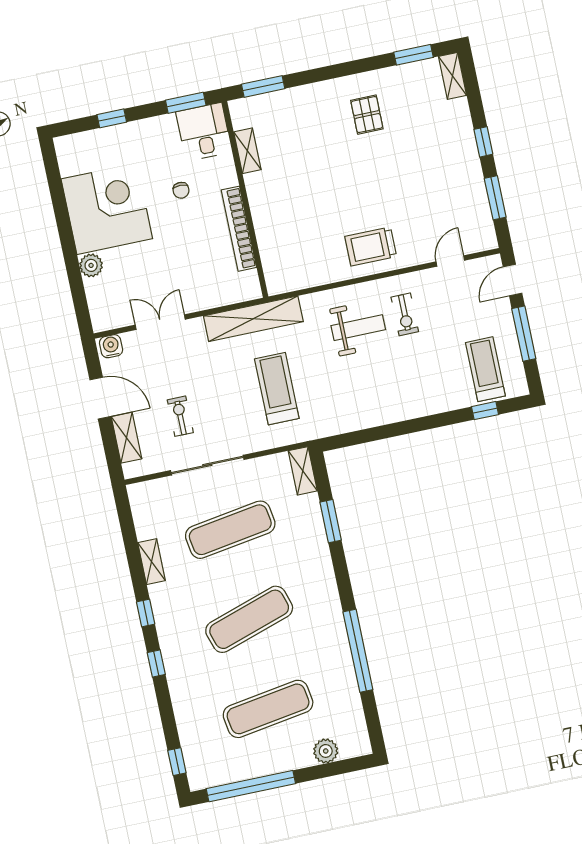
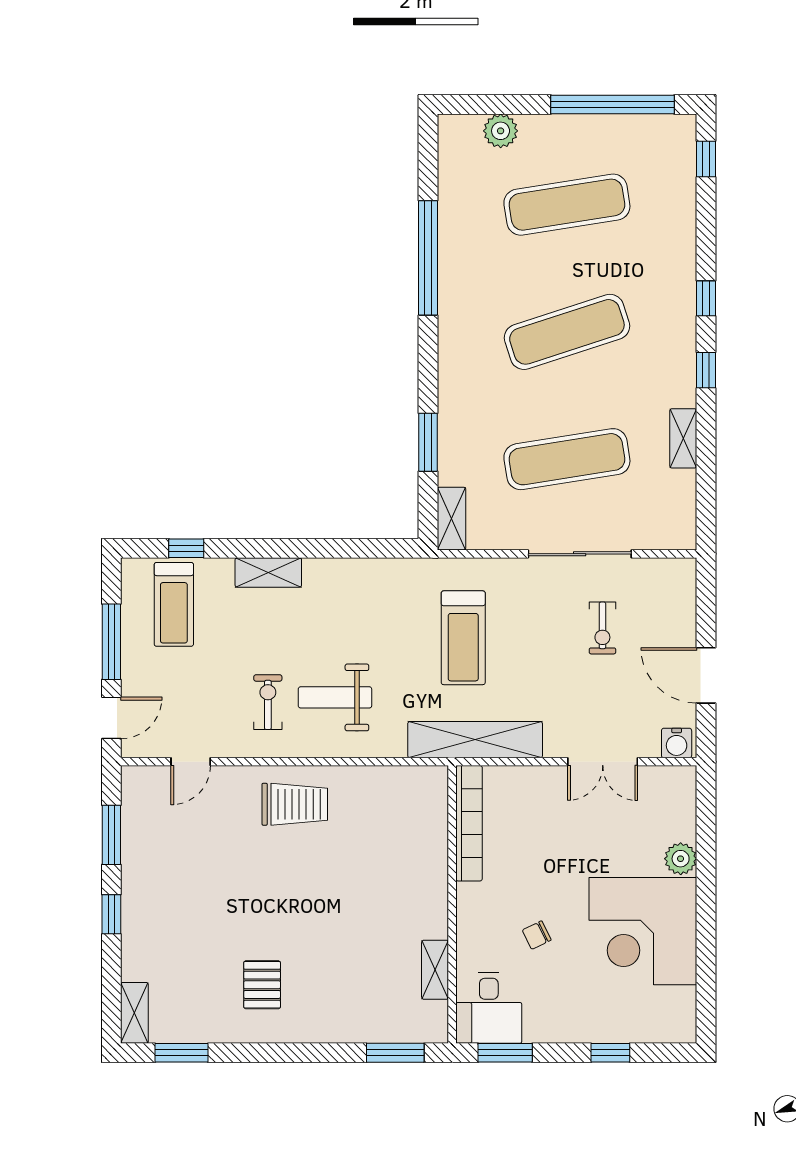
chair: (181, 190) -> (537, 935), turned -116
bookcase: (239, 229) -> (469, 823), moved
shelving: (126, 438) -> (268, 572), moved, turned 90

